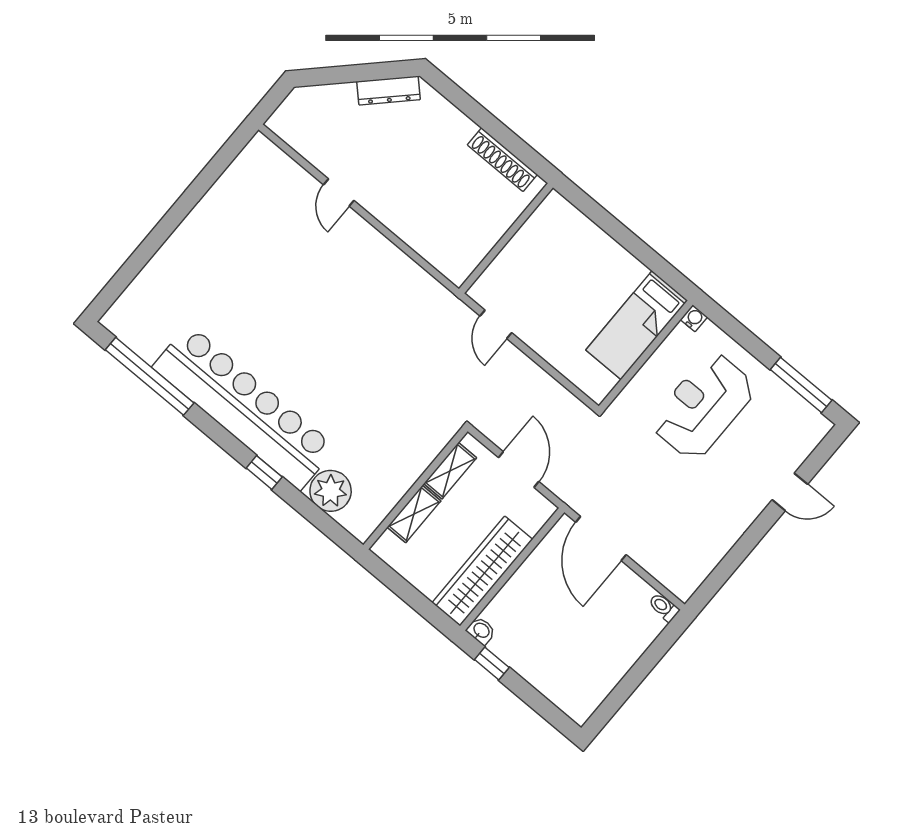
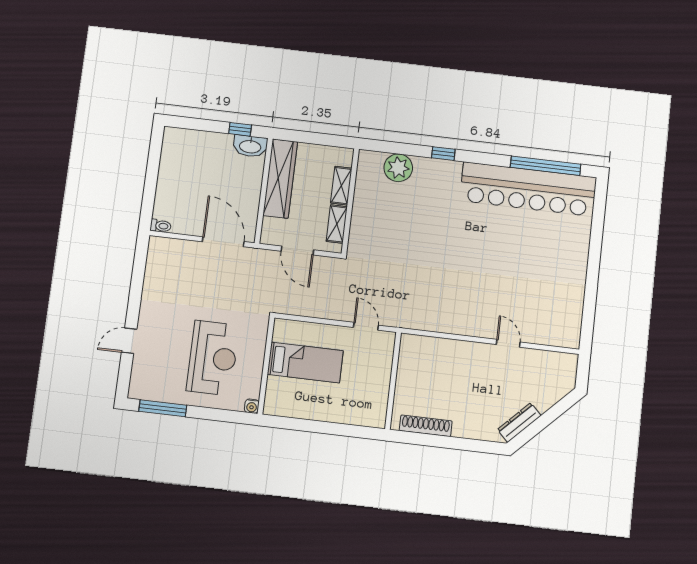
bed: (637, 325) -> (305, 363), moved, turned 90
bar counter: (244, 407) -> (528, 189), moved
washbasin: (481, 631) -> (250, 146), width x1.91, depth x1.45

